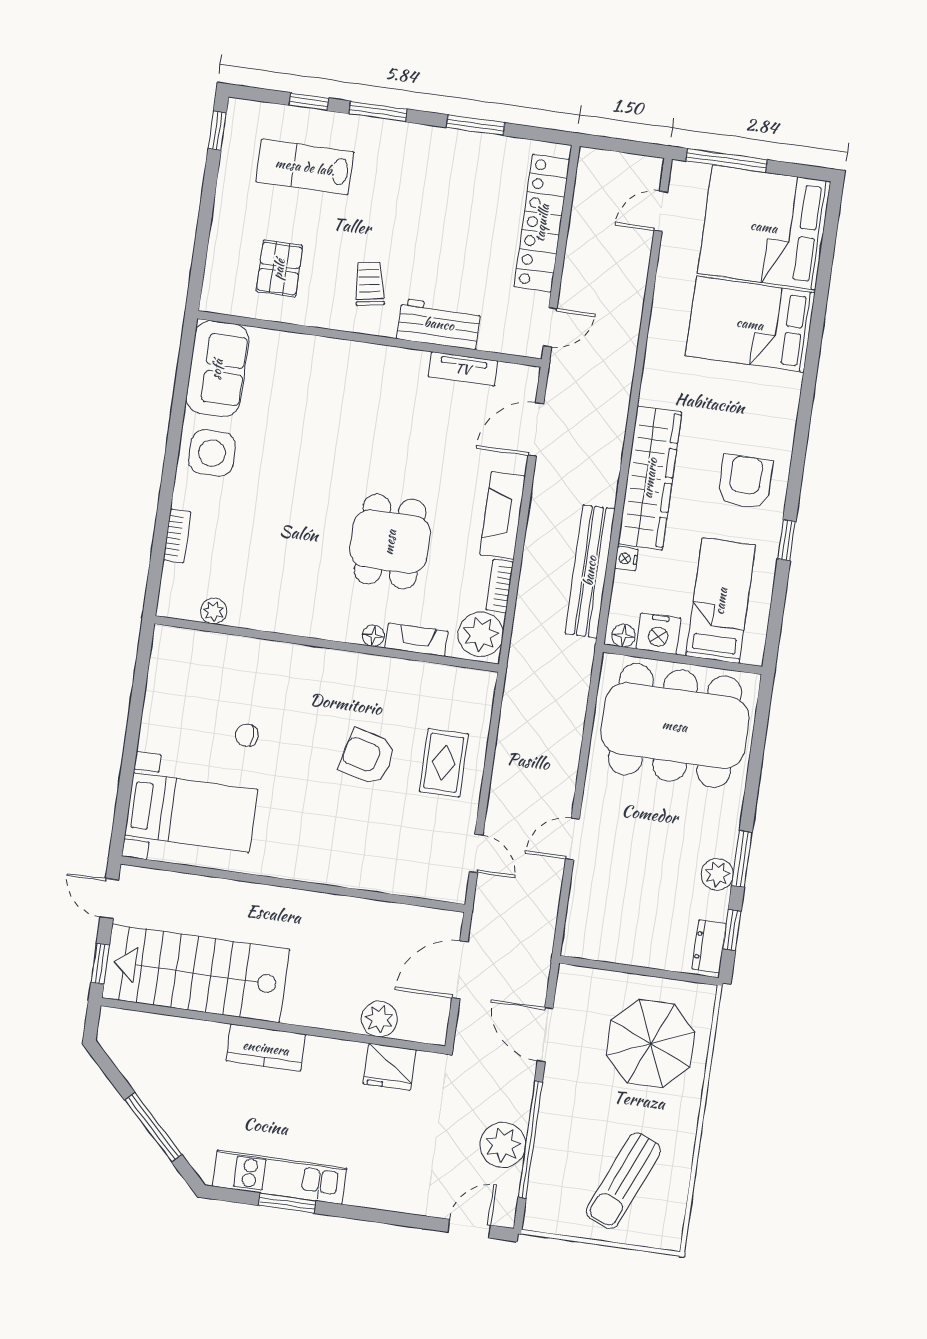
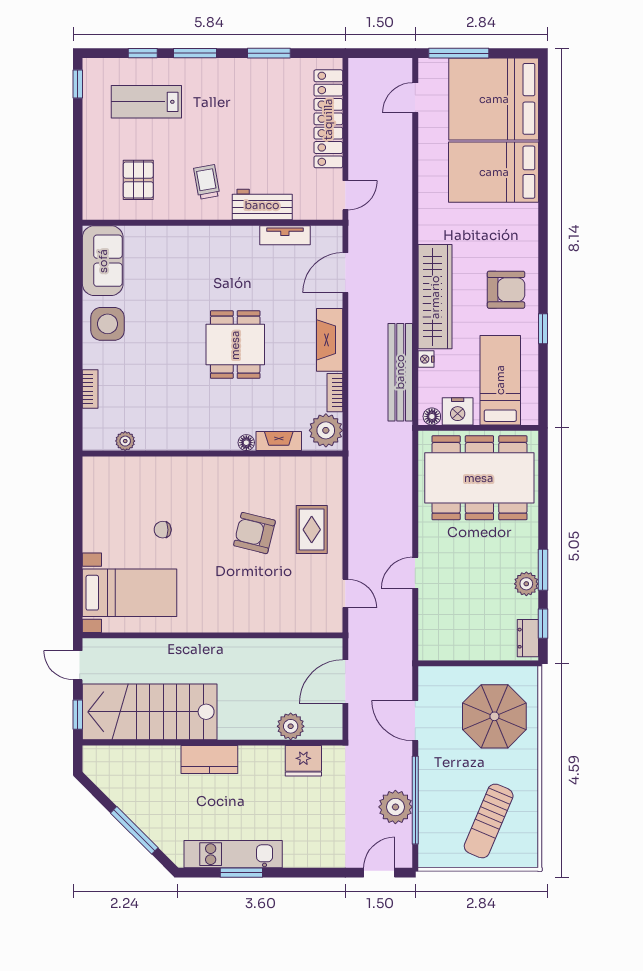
armchair: (745, 482) -> (506, 290), turned 90
dining table: (390, 542) -> (235, 345), moved

